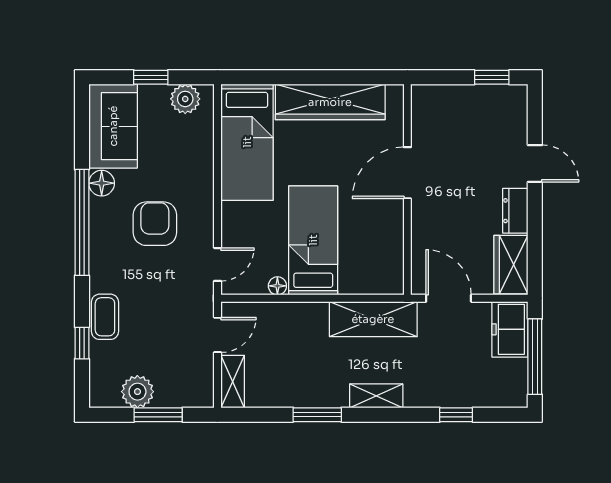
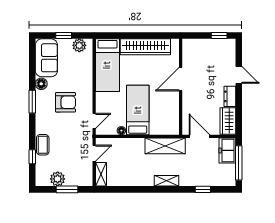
window: (82, 222) -> (32, 102), width x0.47
armchair: (155, 224) -> (65, 102), turned 90
window: (317, 415) -> (140, 189), removed

